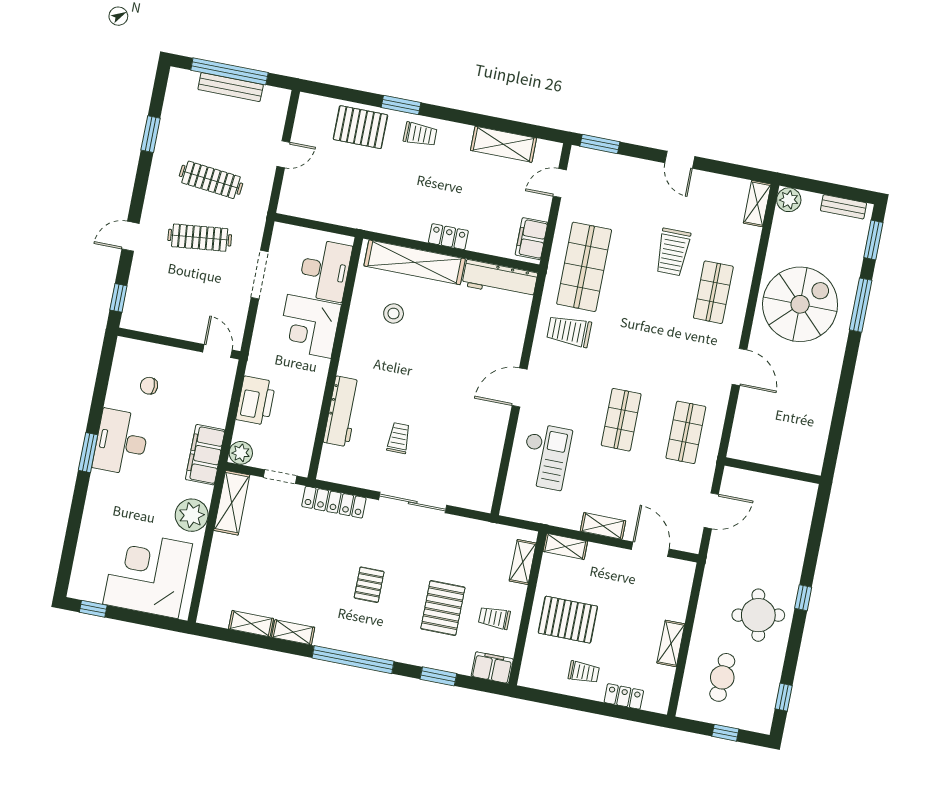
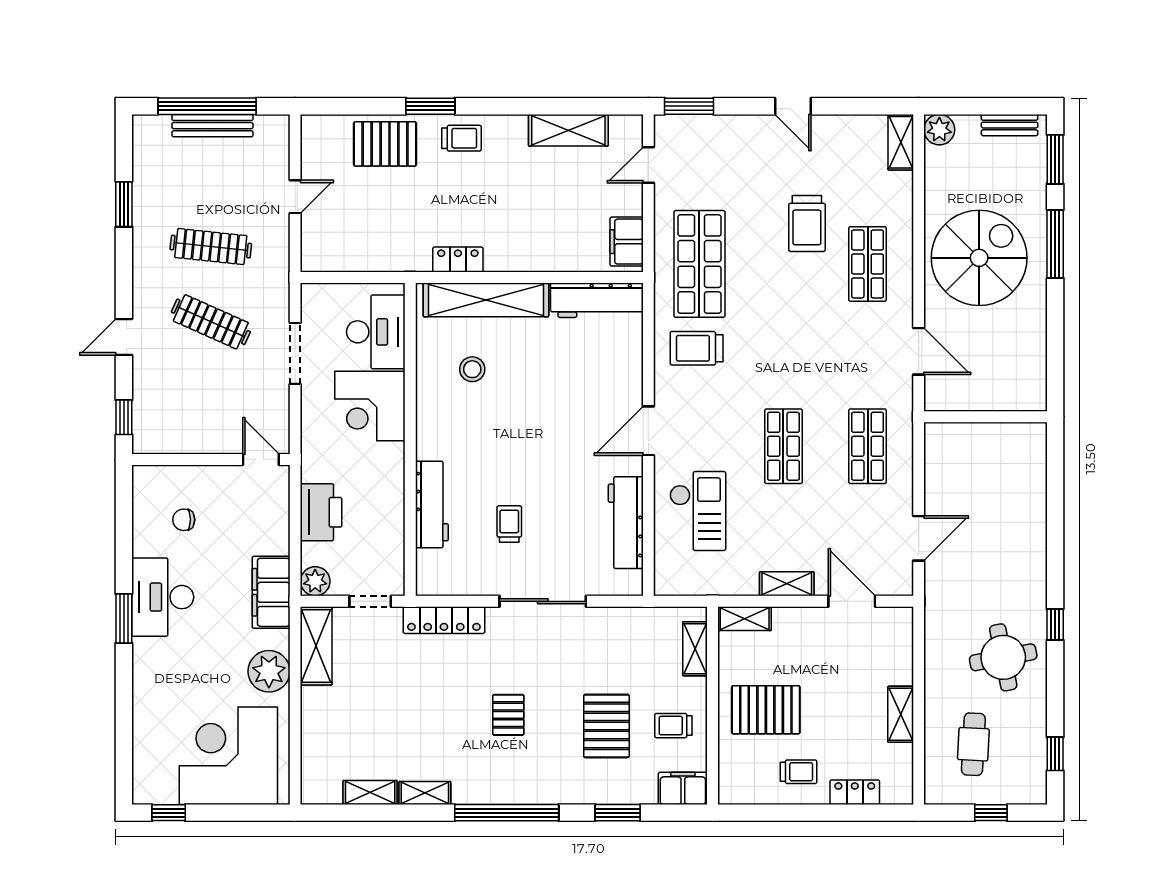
locker: (448, 237) -> (458, 260), moved
clothes rail: (200, 238) -> (211, 322), turned 30
workbench: (488, 455) -> (626, 523), added
wall: (773, 471) -> (986, 417), moved

